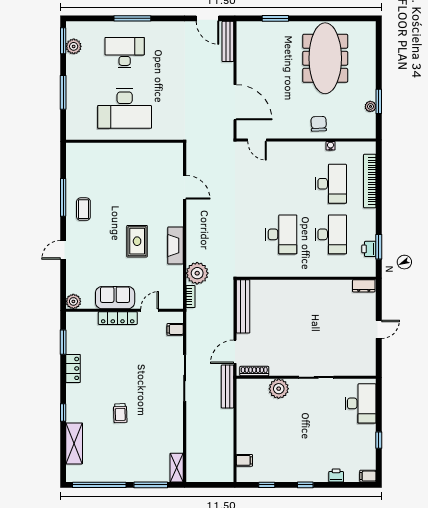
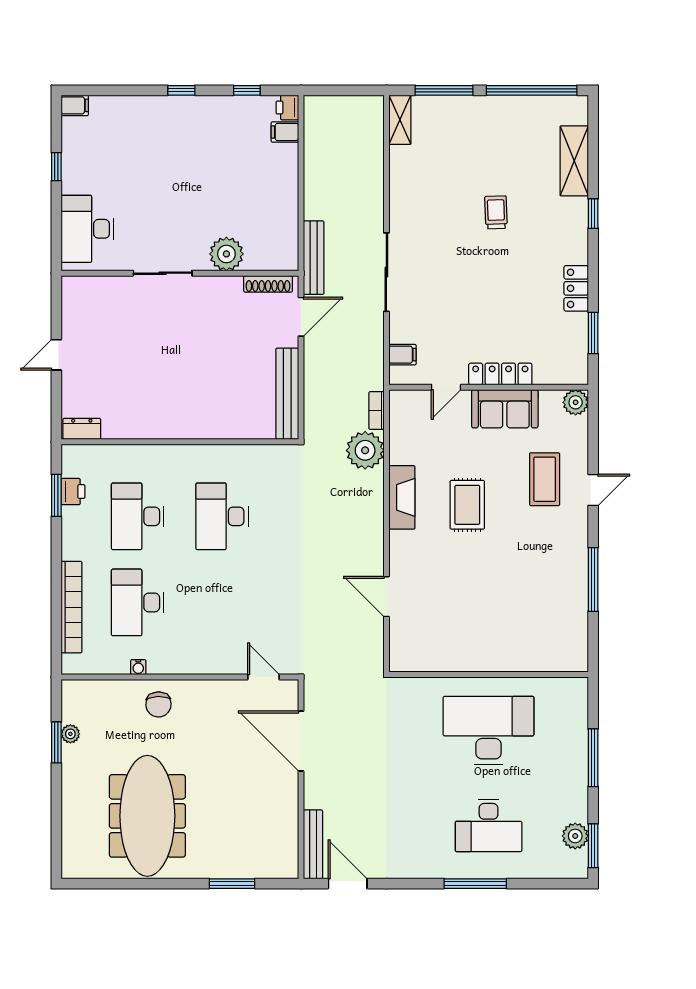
coffee table: (83, 209) -> (545, 479), moved, width x1.36, depth x1.30
printer: (336, 475) -> (287, 107), moved, turned 90

